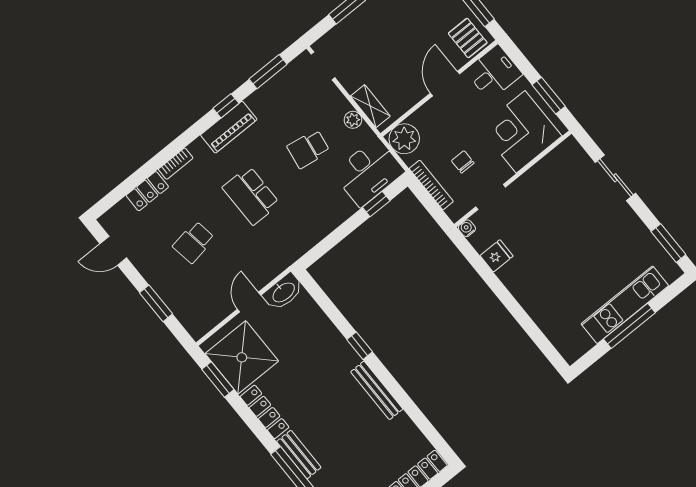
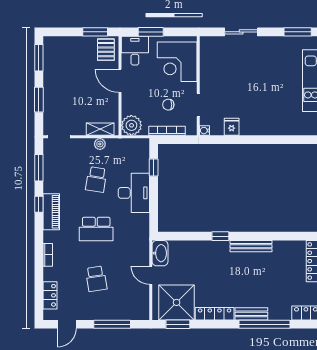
pallet: (468, 38) -> (106, 50), turned 90
window: (549, 96) -> (151, 32), moved
desk: (369, 172) -> (134, 193), moved
locker: (147, 191) -> (50, 295), moved
window: (156, 303) -> (112, 324), width x1.44

